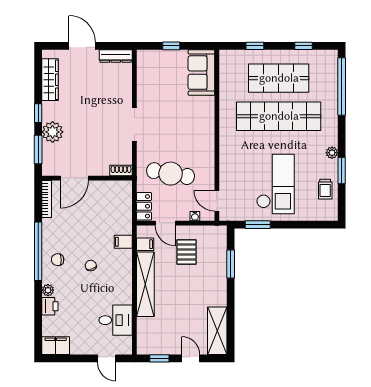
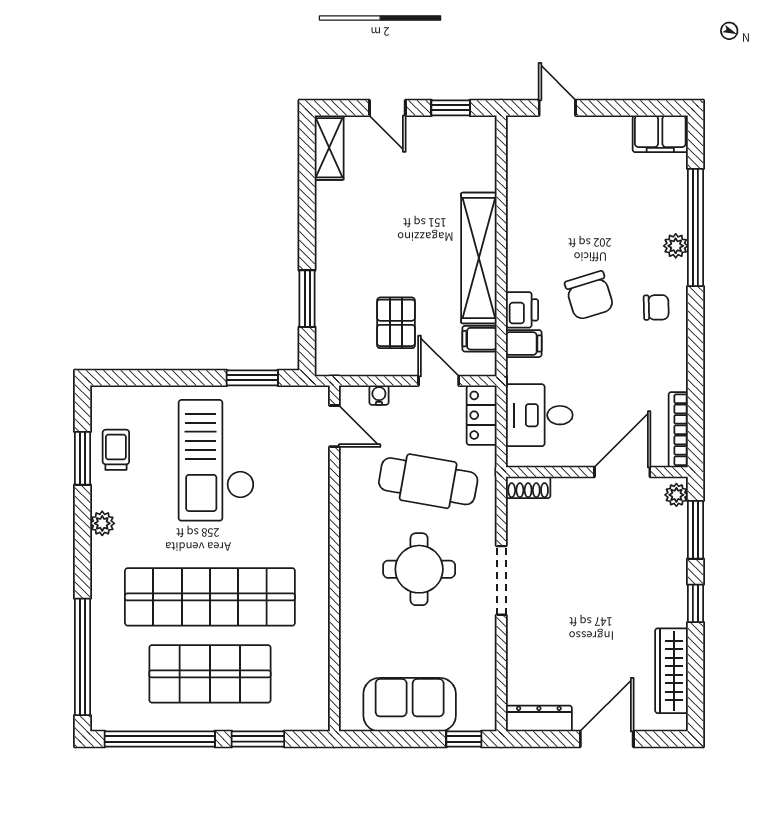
door: (82, 46) -> (607, 739), swing flipped
window: (171, 46) -> (464, 739), moved
window: (255, 46) -> (258, 739), width x1.50
window: (303, 46) -> (160, 739), width x3.17
sofa: (201, 73) -> (410, 705), moved, turned -90
round table: (175, 130) -> (419, 569), added
plant: (53, 132) -> (676, 495), moved, width x0.53, depth x0.53
window: (342, 171) -> (83, 458), moved
window: (38, 251) -> (695, 227), moved
chair: (91, 266) -> (589, 295), width x1.87, depth x1.87
printer: (50, 306) -> (522, 310), moved, turned 180
desk: (116, 320) -> (539, 415), moved
shelving: (217, 331) -> (329, 148), width x0.67, depth x0.75

